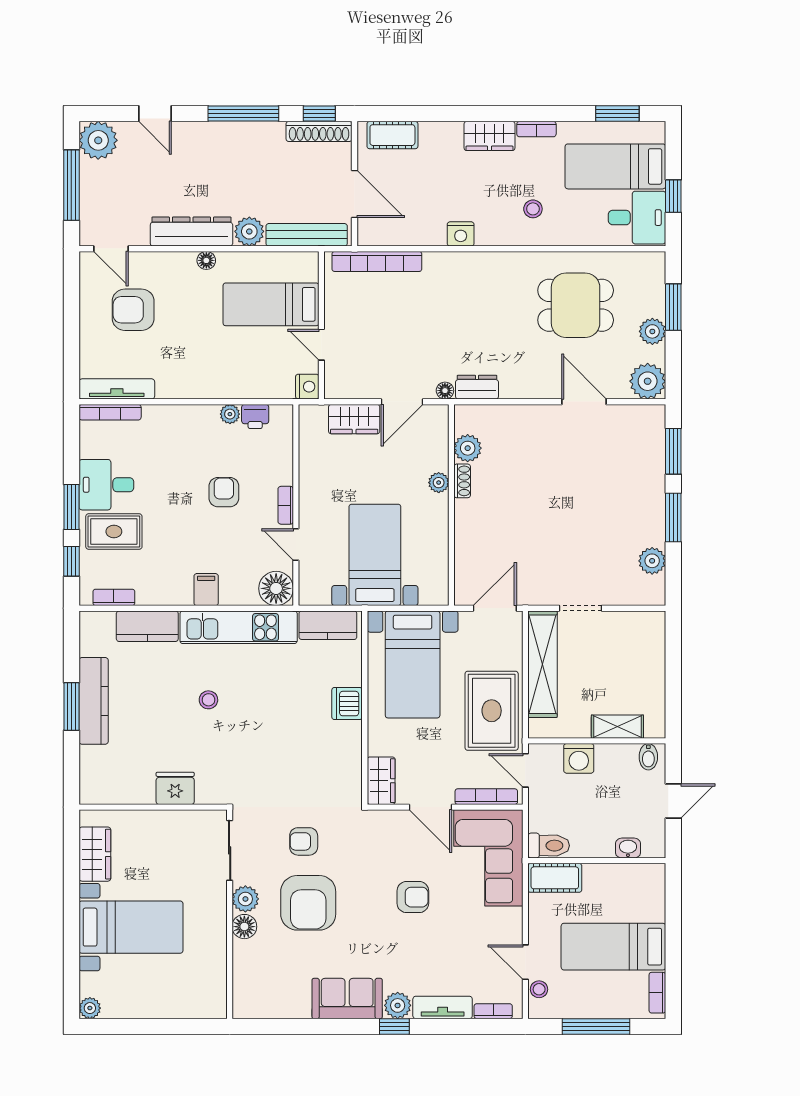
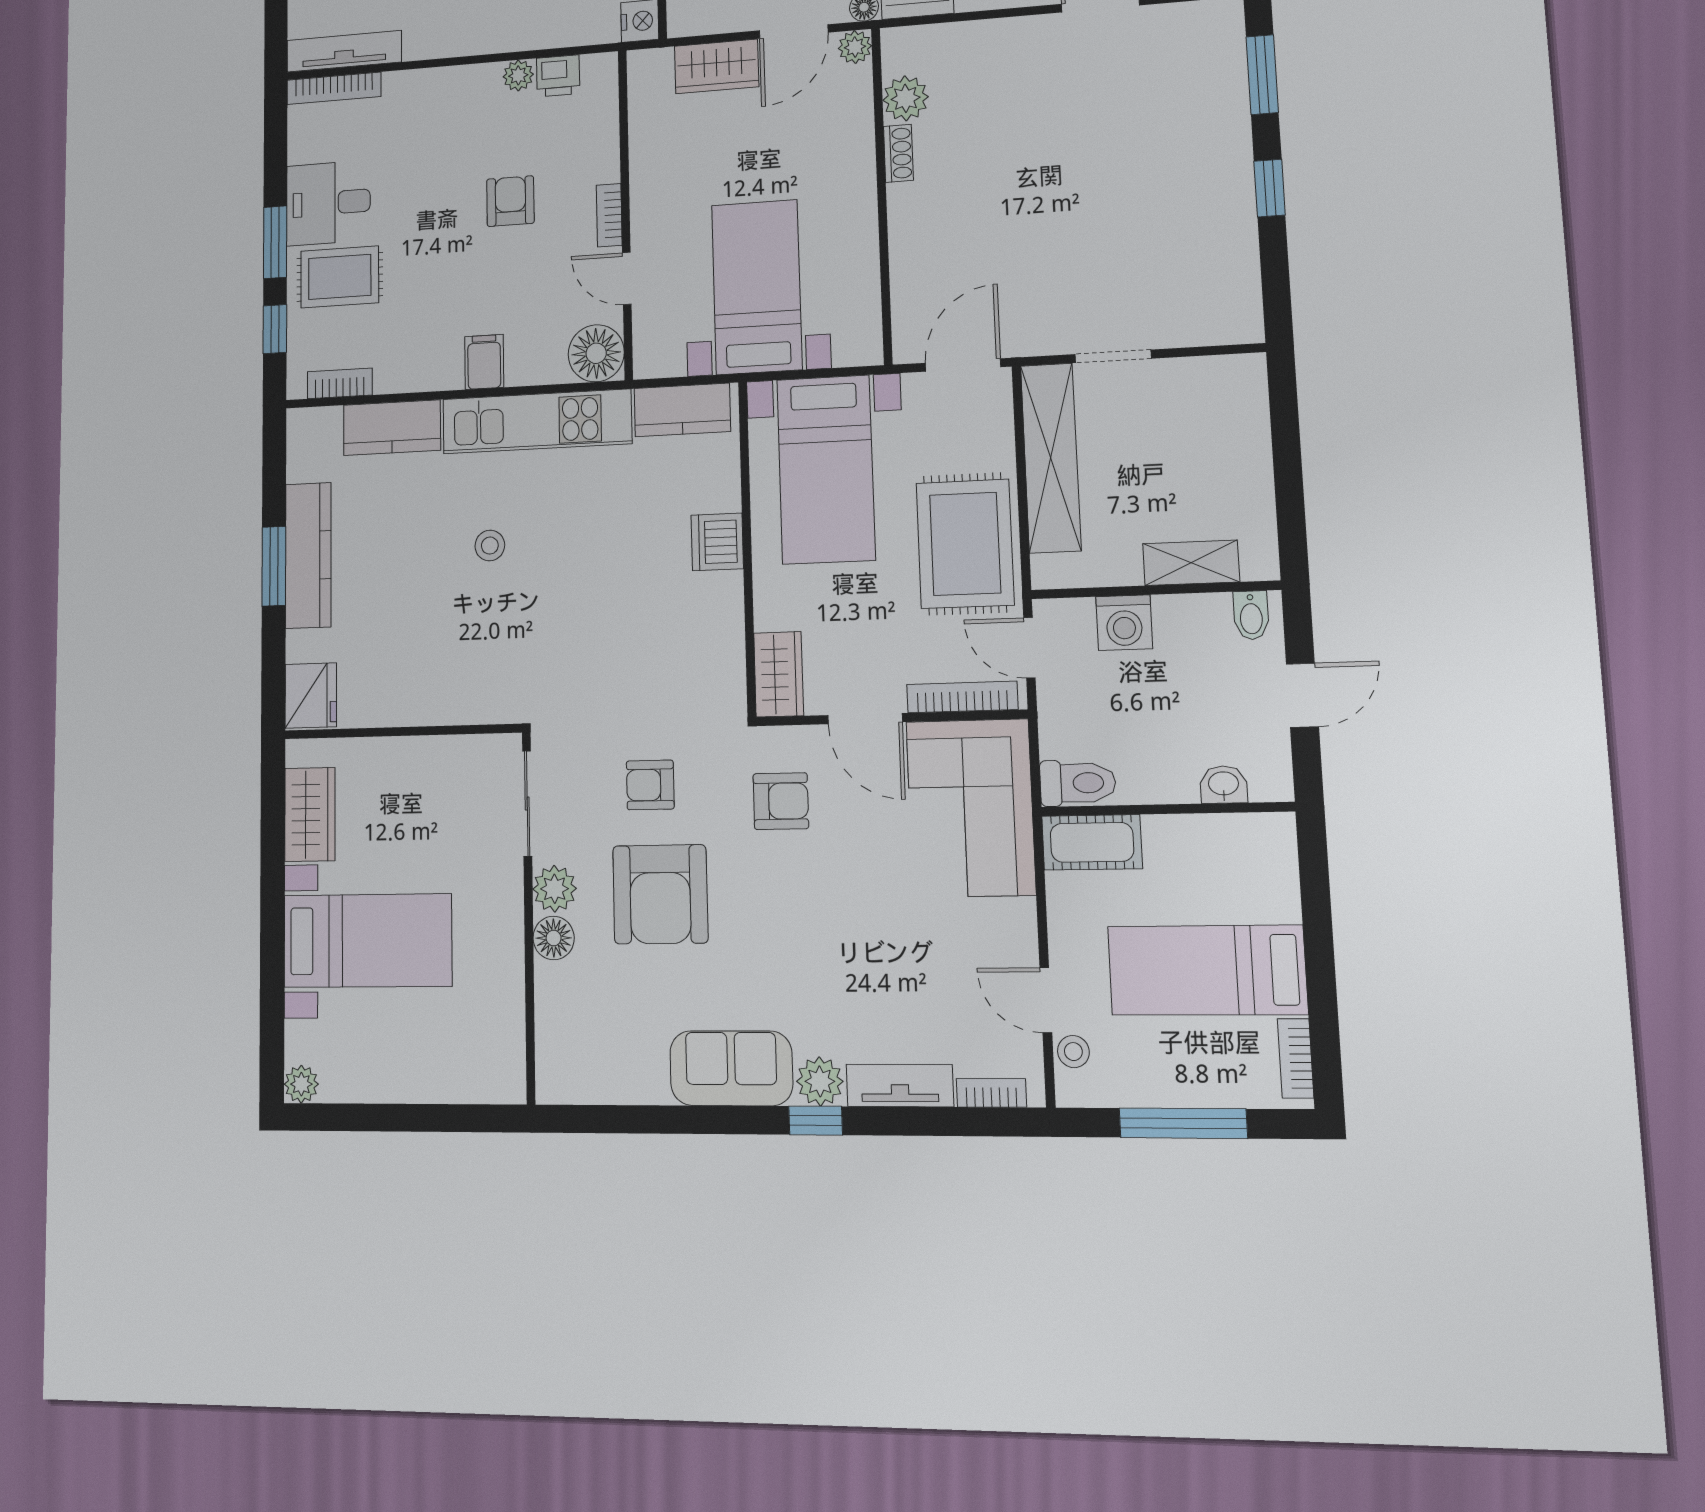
plant: (439, 483) -> (855, 47), moved
window: (673, 517) -> (1270, 188), width x0.67
plant: (652, 561) -> (1236, 266), removed
fridge: (175, 788) -> (311, 696), moved, turned 90
armchair: (413, 897) -> (781, 801), moved

